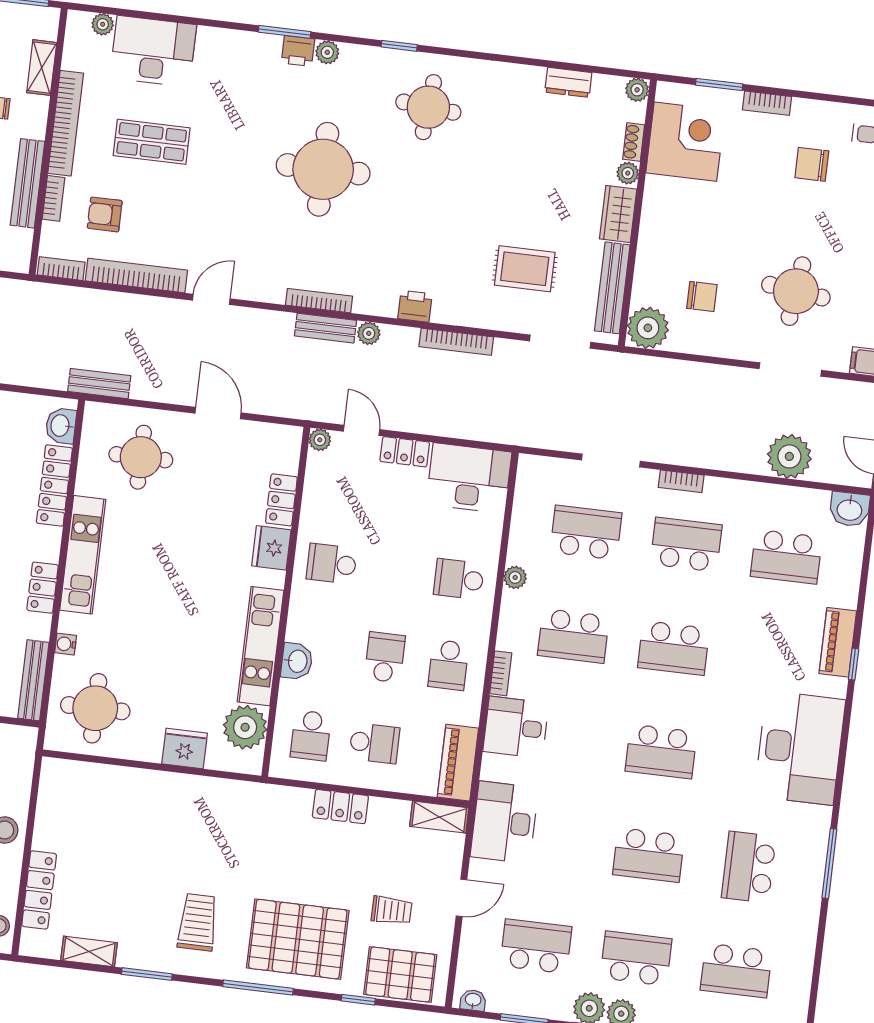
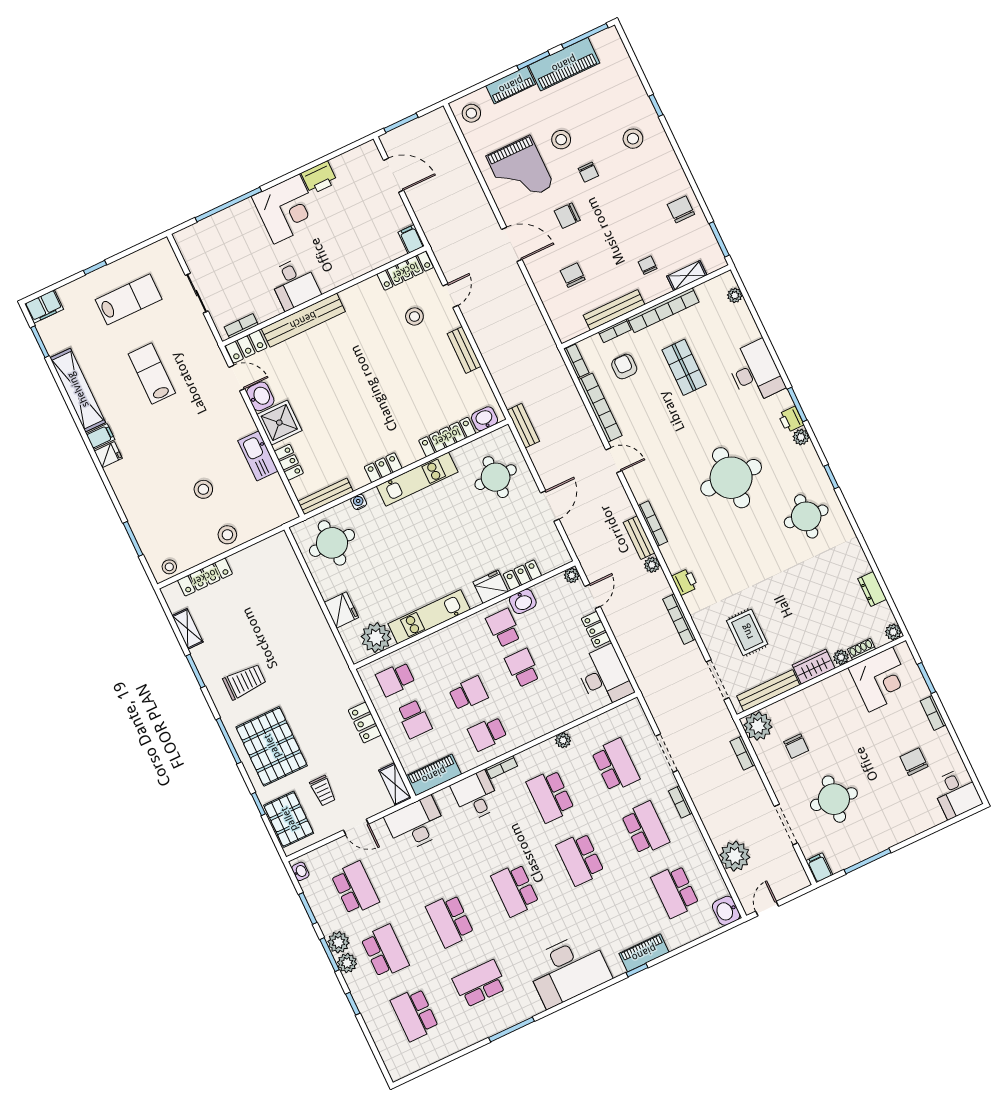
desk: (153, 51) -> (755, 372), moved
bookcase: (669, 368) -> (743, 753), added
school desk: (459, 579) -> (522, 668), moved
washbasin: (297, 661) -> (523, 601), moved

